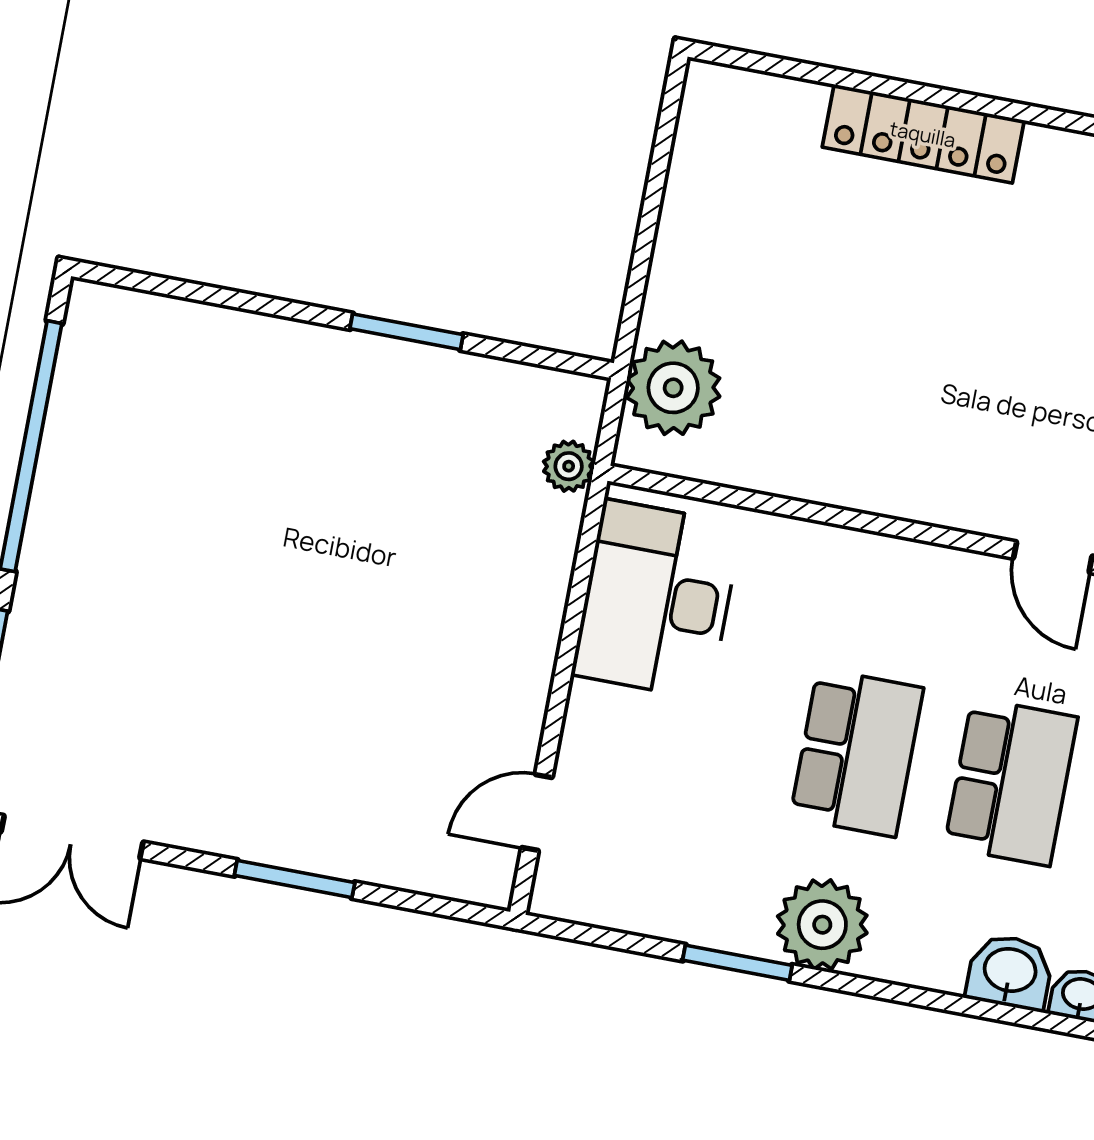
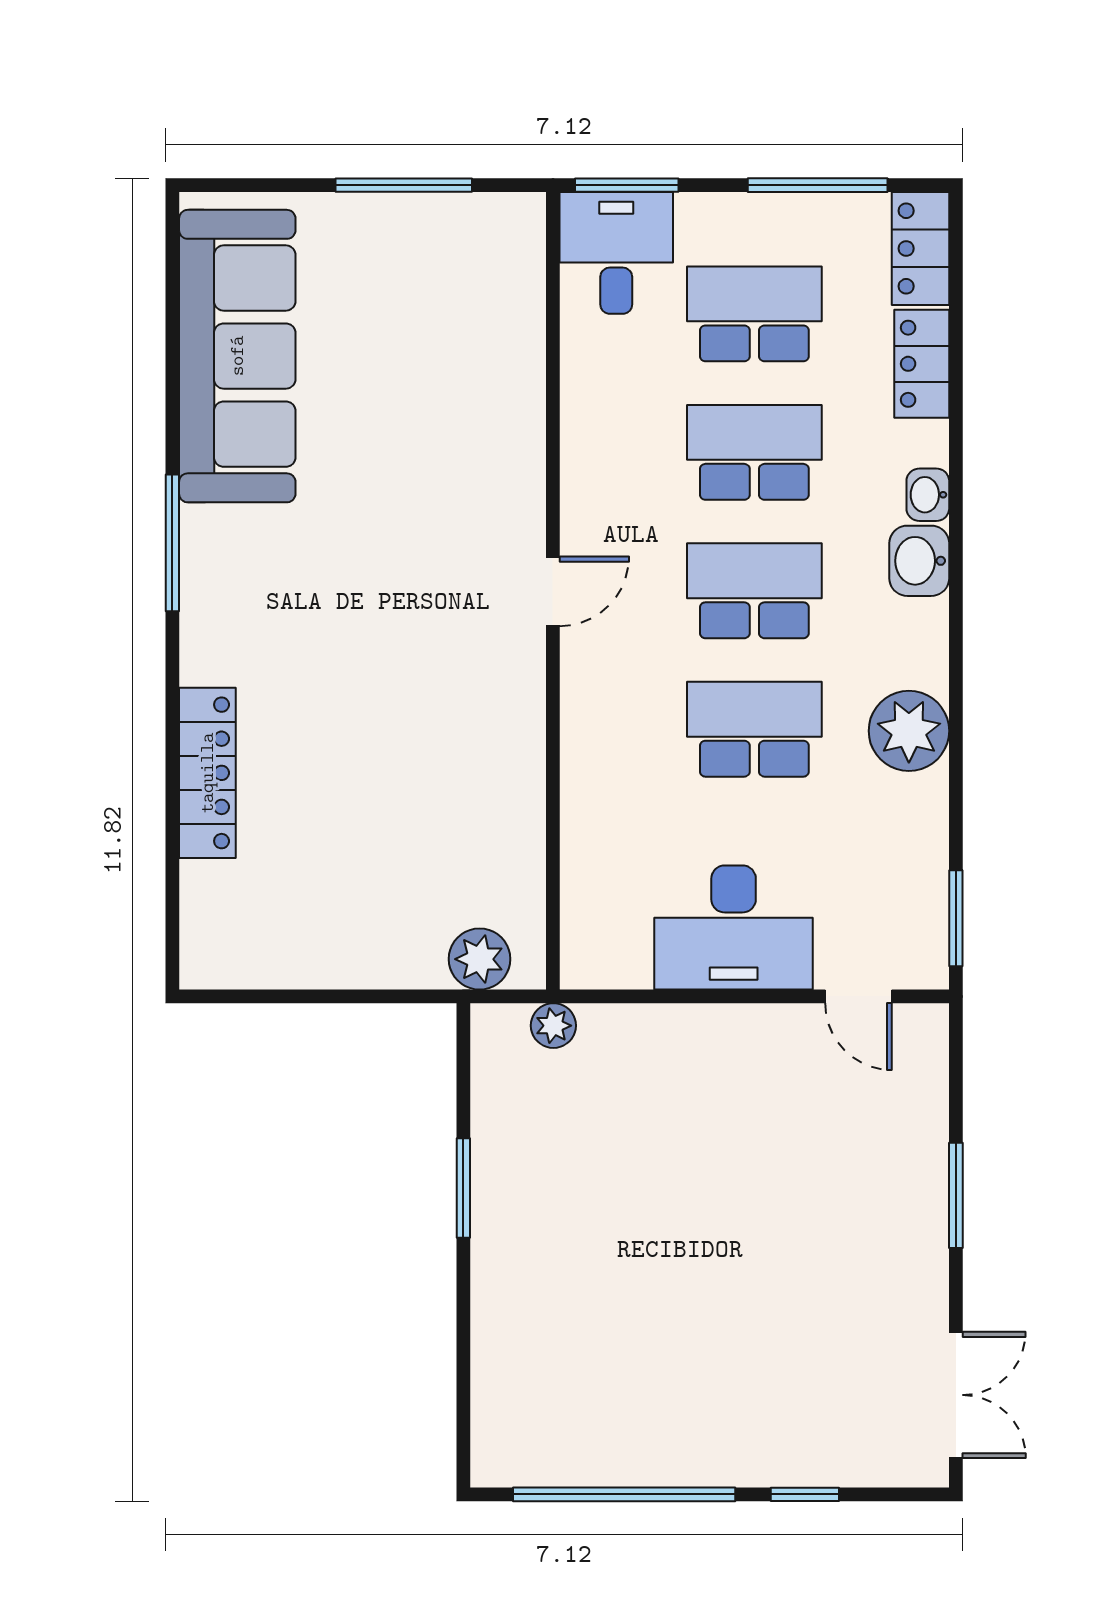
plant: (673, 388) -> (480, 959), width x0.73, depth x0.73
desk: (657, 600) -> (734, 928), moved
window: (737, 963) -> (956, 918), moved

